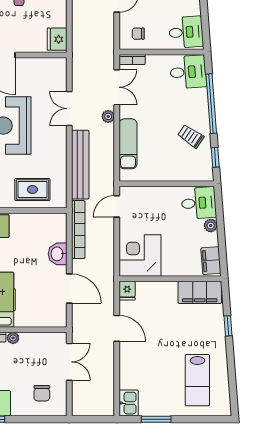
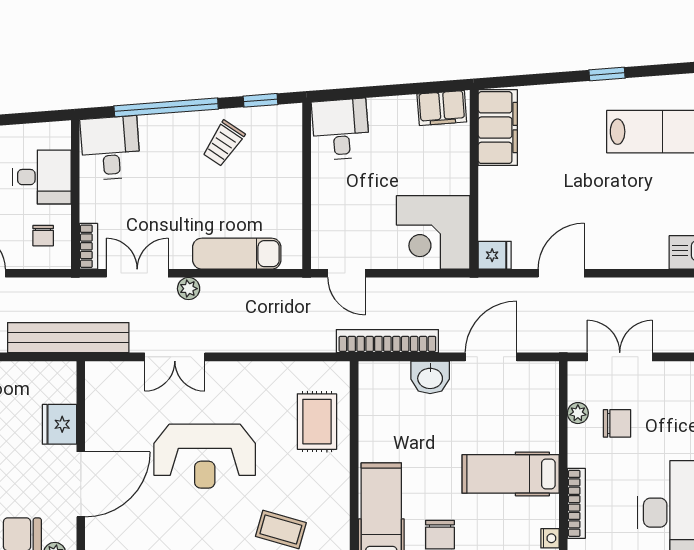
desk: (186, 32) -> (42, 177), moved, turned 94
fridge: (57, 39) -> (59, 424), moved, turned 90
bench: (80, 165) -> (68, 338), moved
plant: (211, 226) -> (380, 108), removed
window: (228, 326) -> (607, 74), moved
plant: (13, 338) -> (578, 413), moved
chair: (42, 393) -> (617, 423), moved

